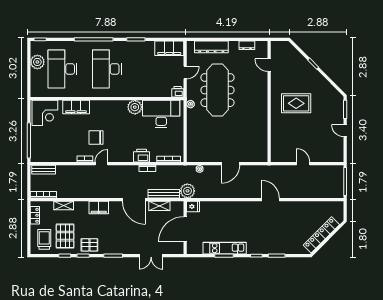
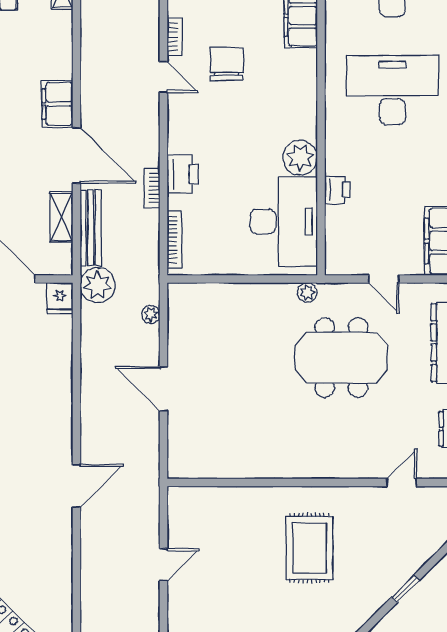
meeting table: (217, 90) -> (341, 358), width x0.73
printer: (178, 92) -> (337, 190), moved
door: (134, 200) -> (76, 155), swing flipped
filing cabinet: (99, 208) -> (57, 104), moved

